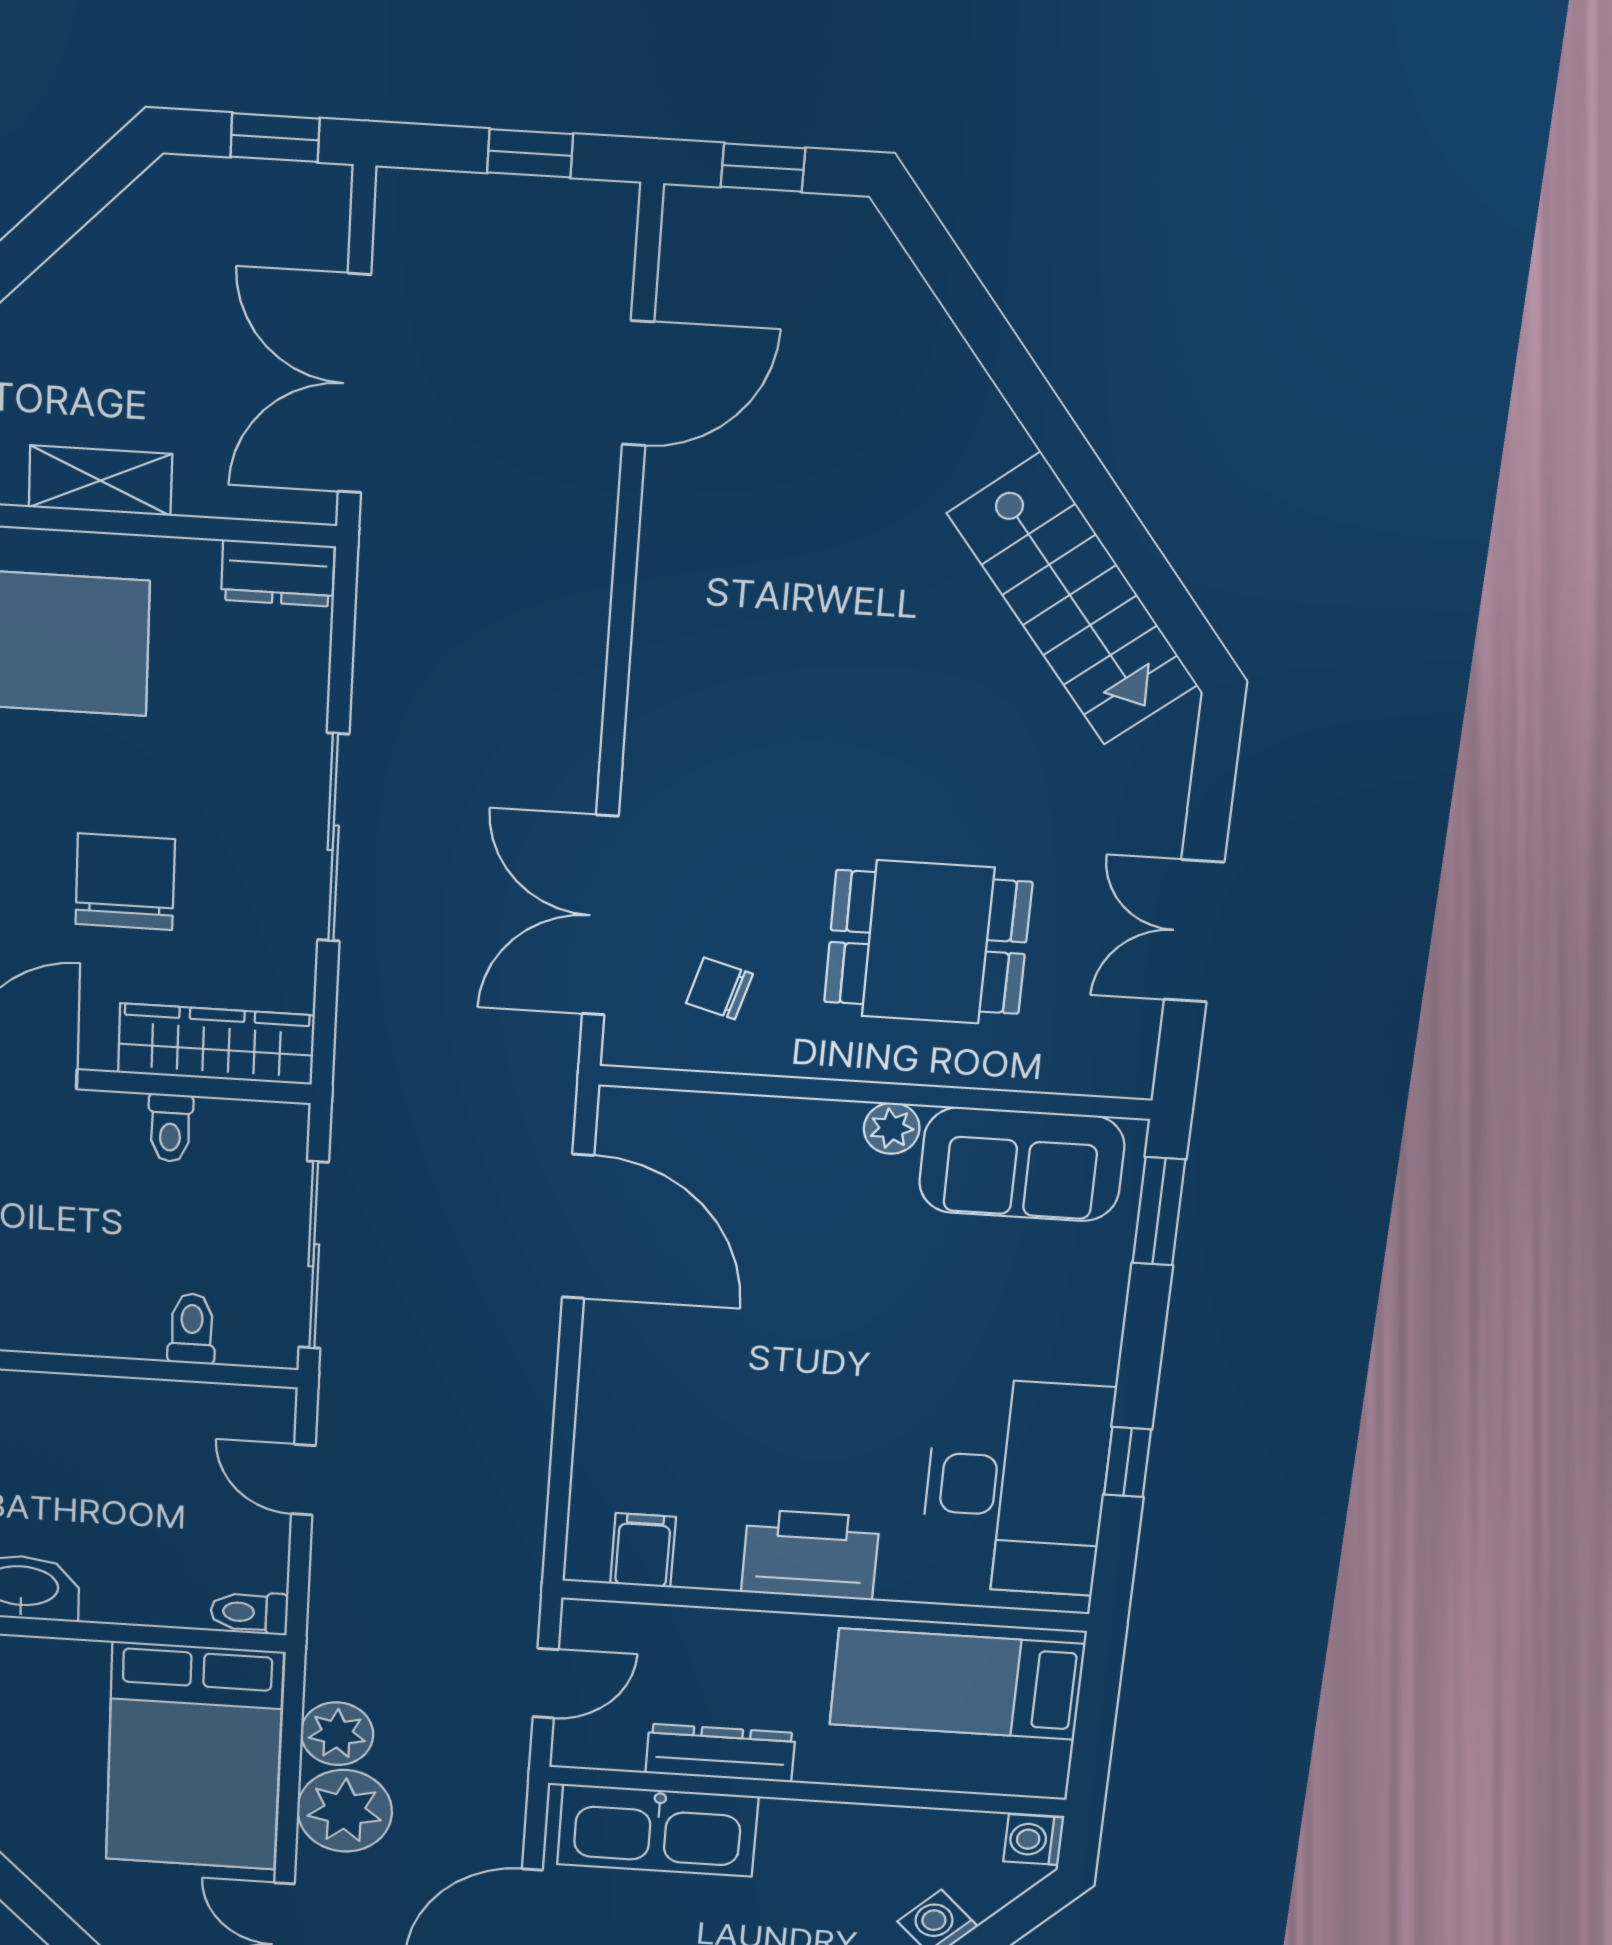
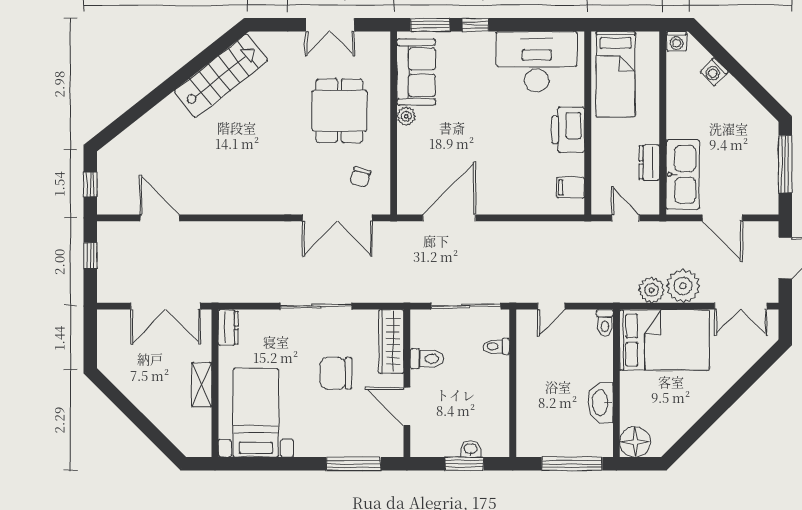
window: (275, 138) -> (90, 334), removed
toilet: (170, 1128) -> (427, 359), width x1.37, depth x1.39
window: (1128, 1462) -> (475, 25), moved
dresser: (720, 1753) -> (649, 162), width x0.70

